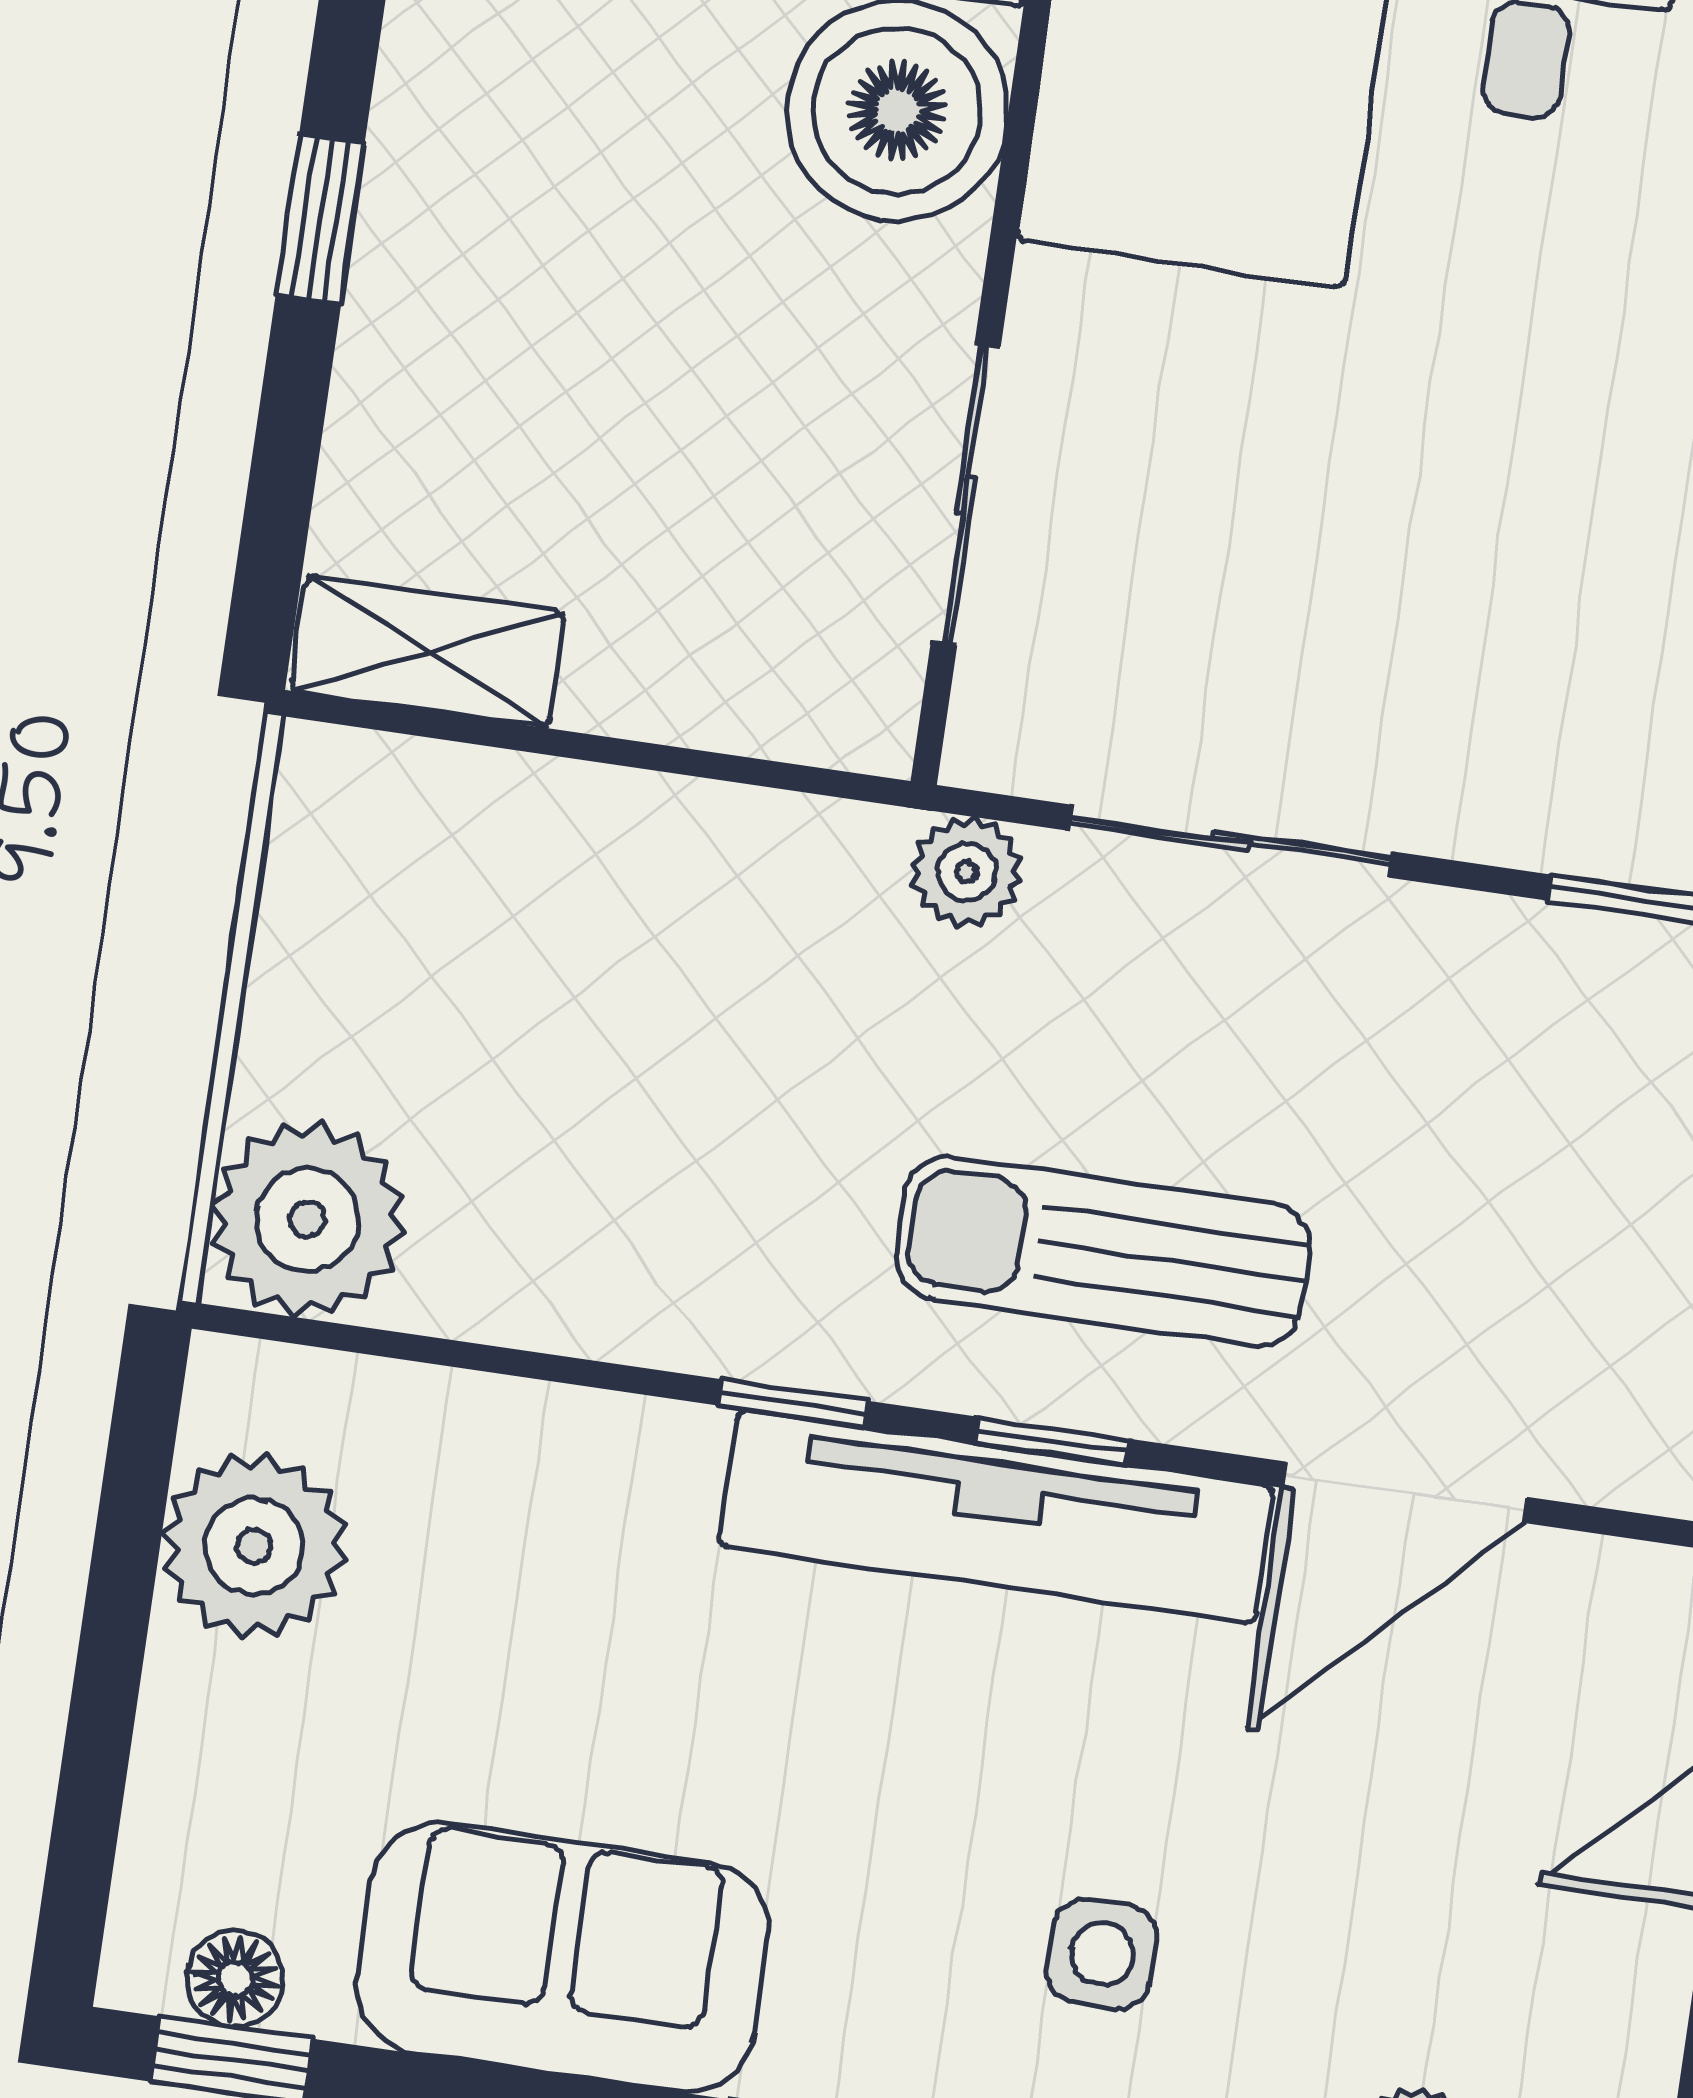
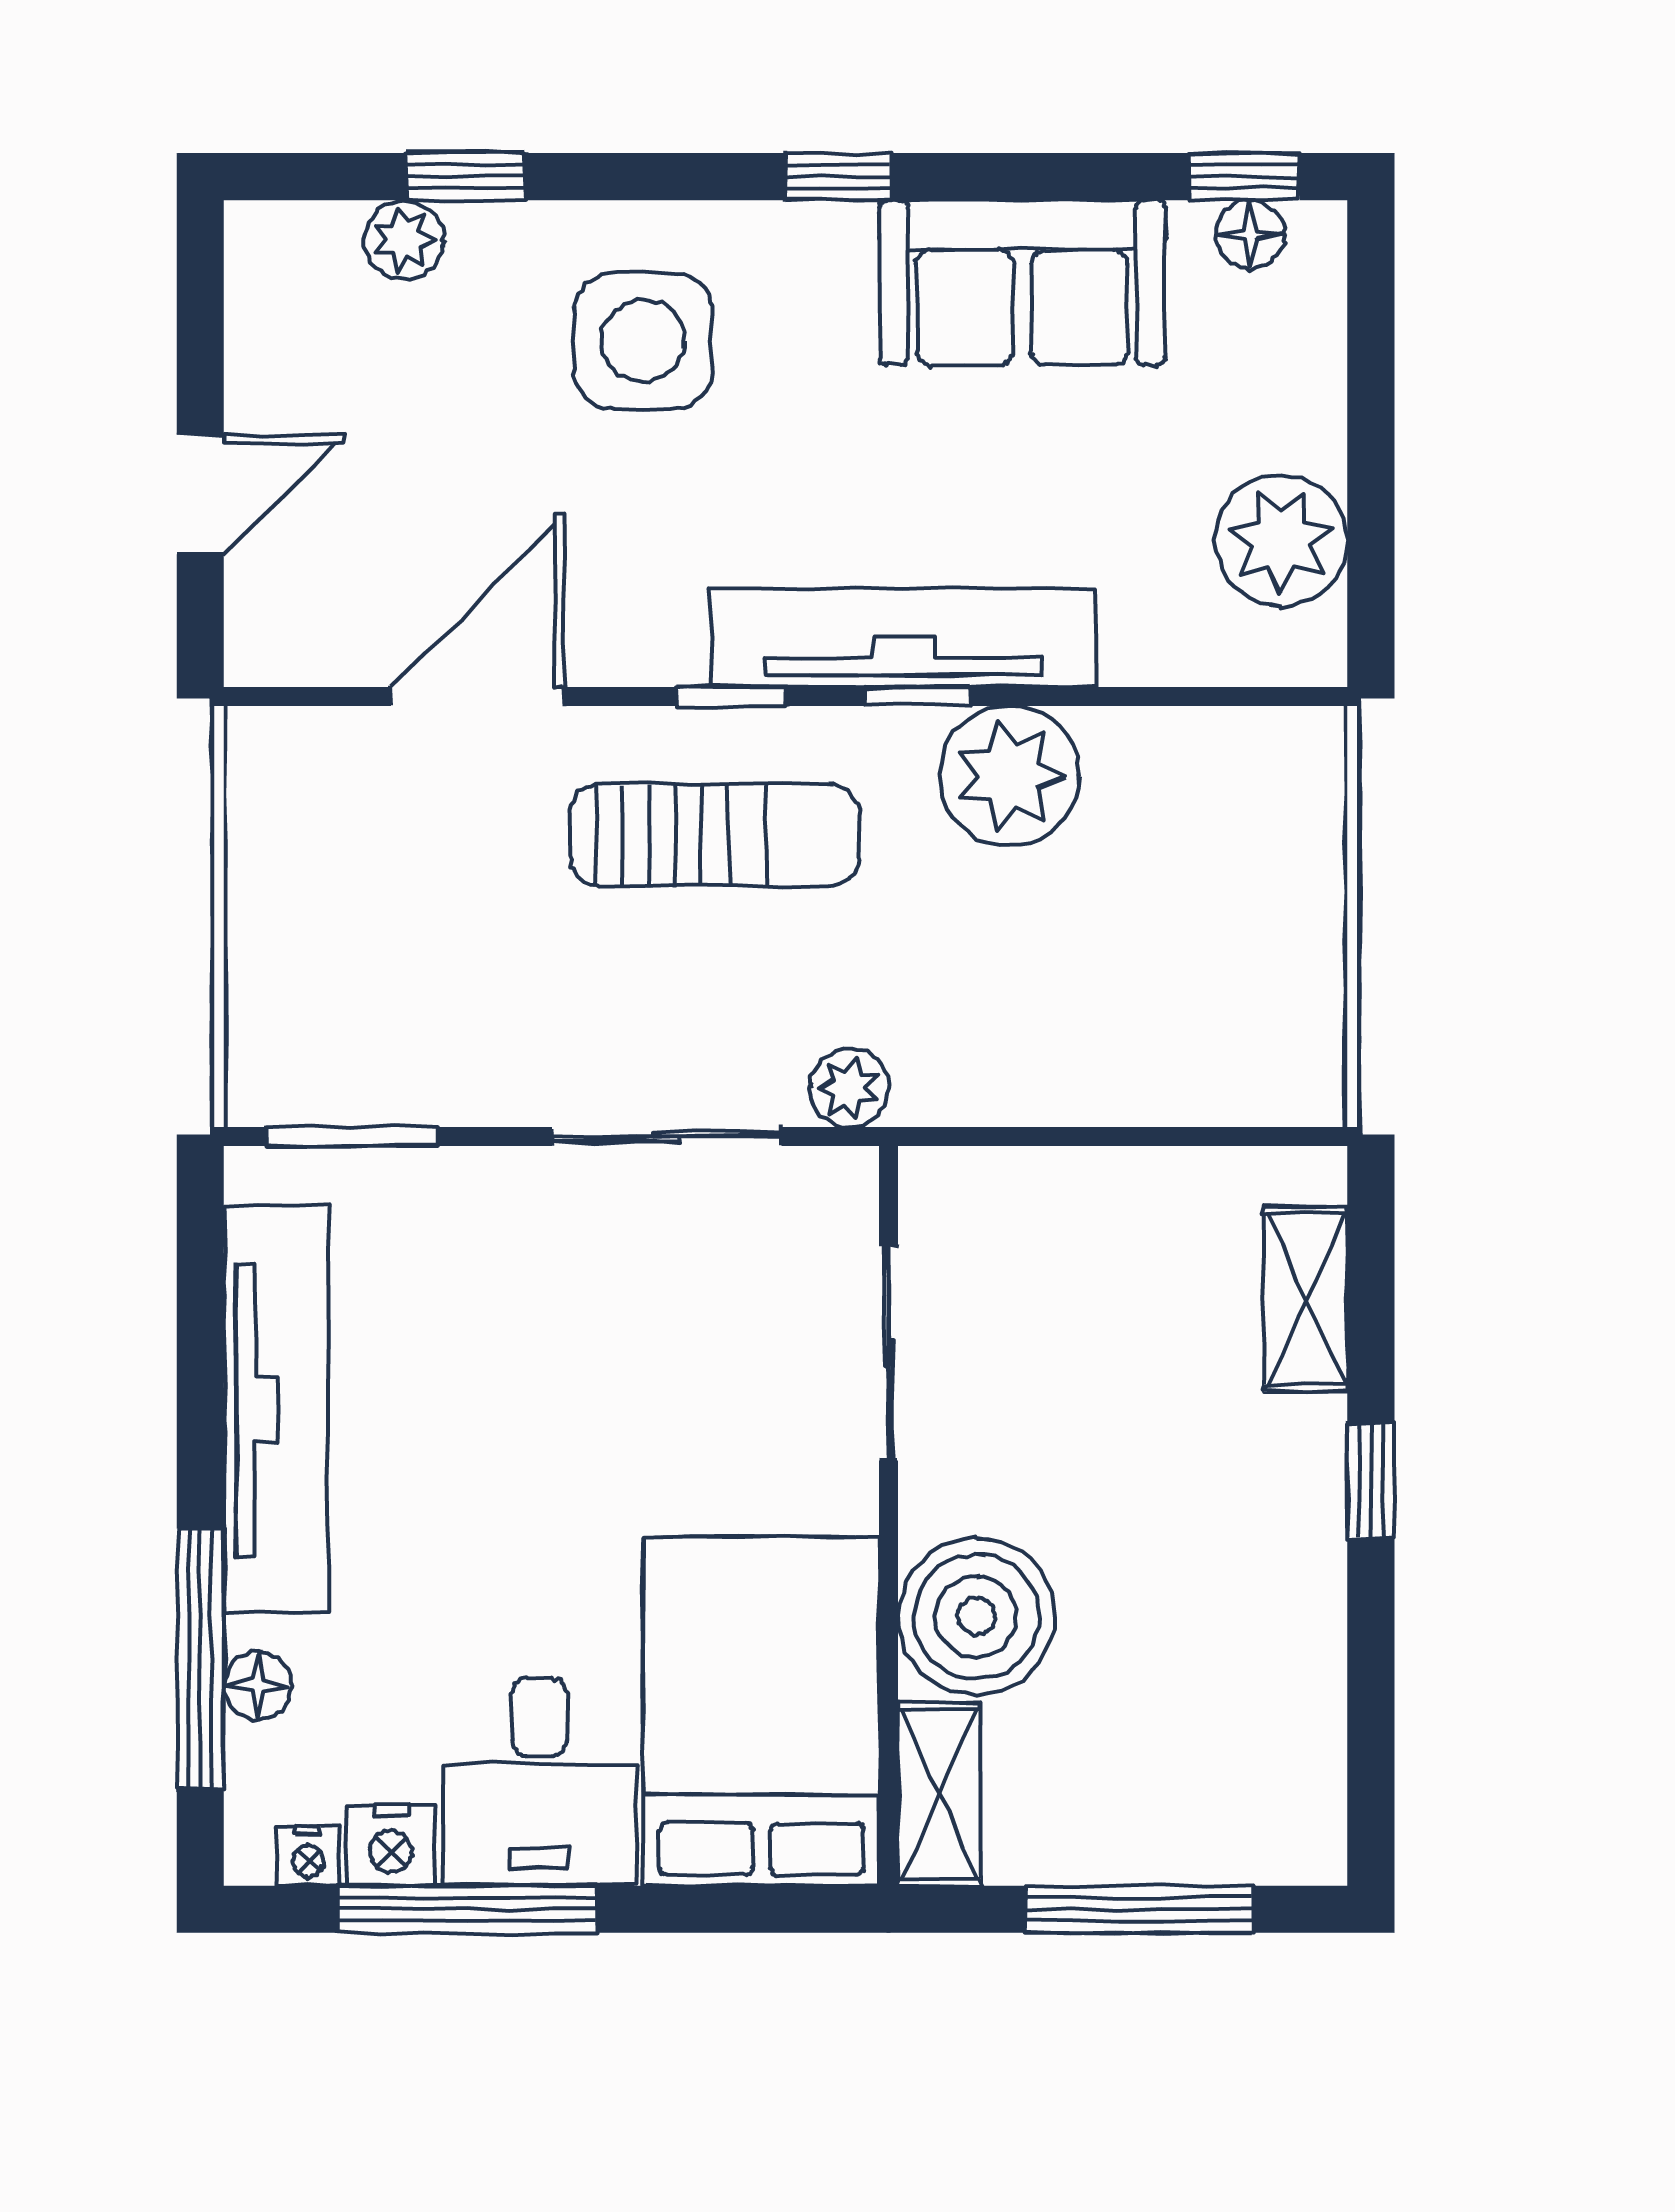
shelving: (428, 652) -> (1306, 1299), moved, turned 90
plant: (307, 1219) -> (1010, 776), moved
tv unit: (996, 1516) -> (904, 638), moved
side table: (1102, 1954) -> (643, 341), width x1.87, depth x1.87

